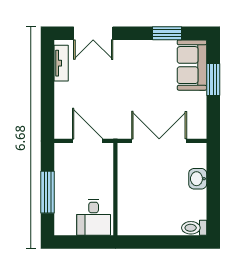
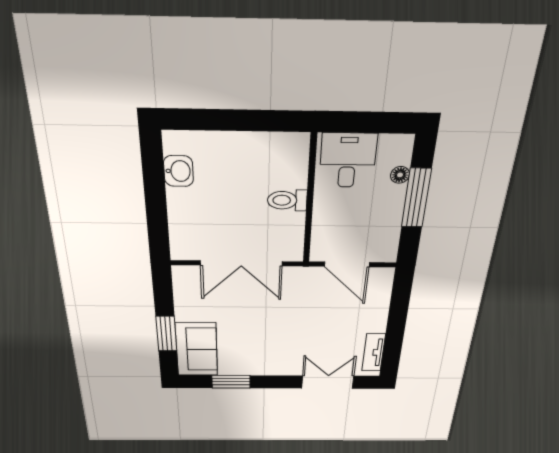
washbasin: (198, 179) -> (178, 171), moved
floor lamp: (60, 208) -> (400, 175), added
toilet: (194, 228) -> (287, 200), moved, turned 180

